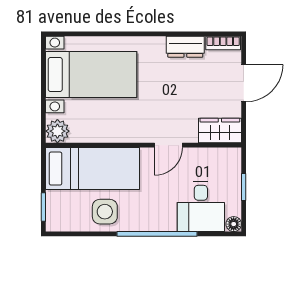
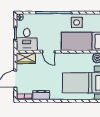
door: (168, 145) -> (49, 52), swing flipped
desk: (201, 206) -> (27, 40), moved, turned 180

